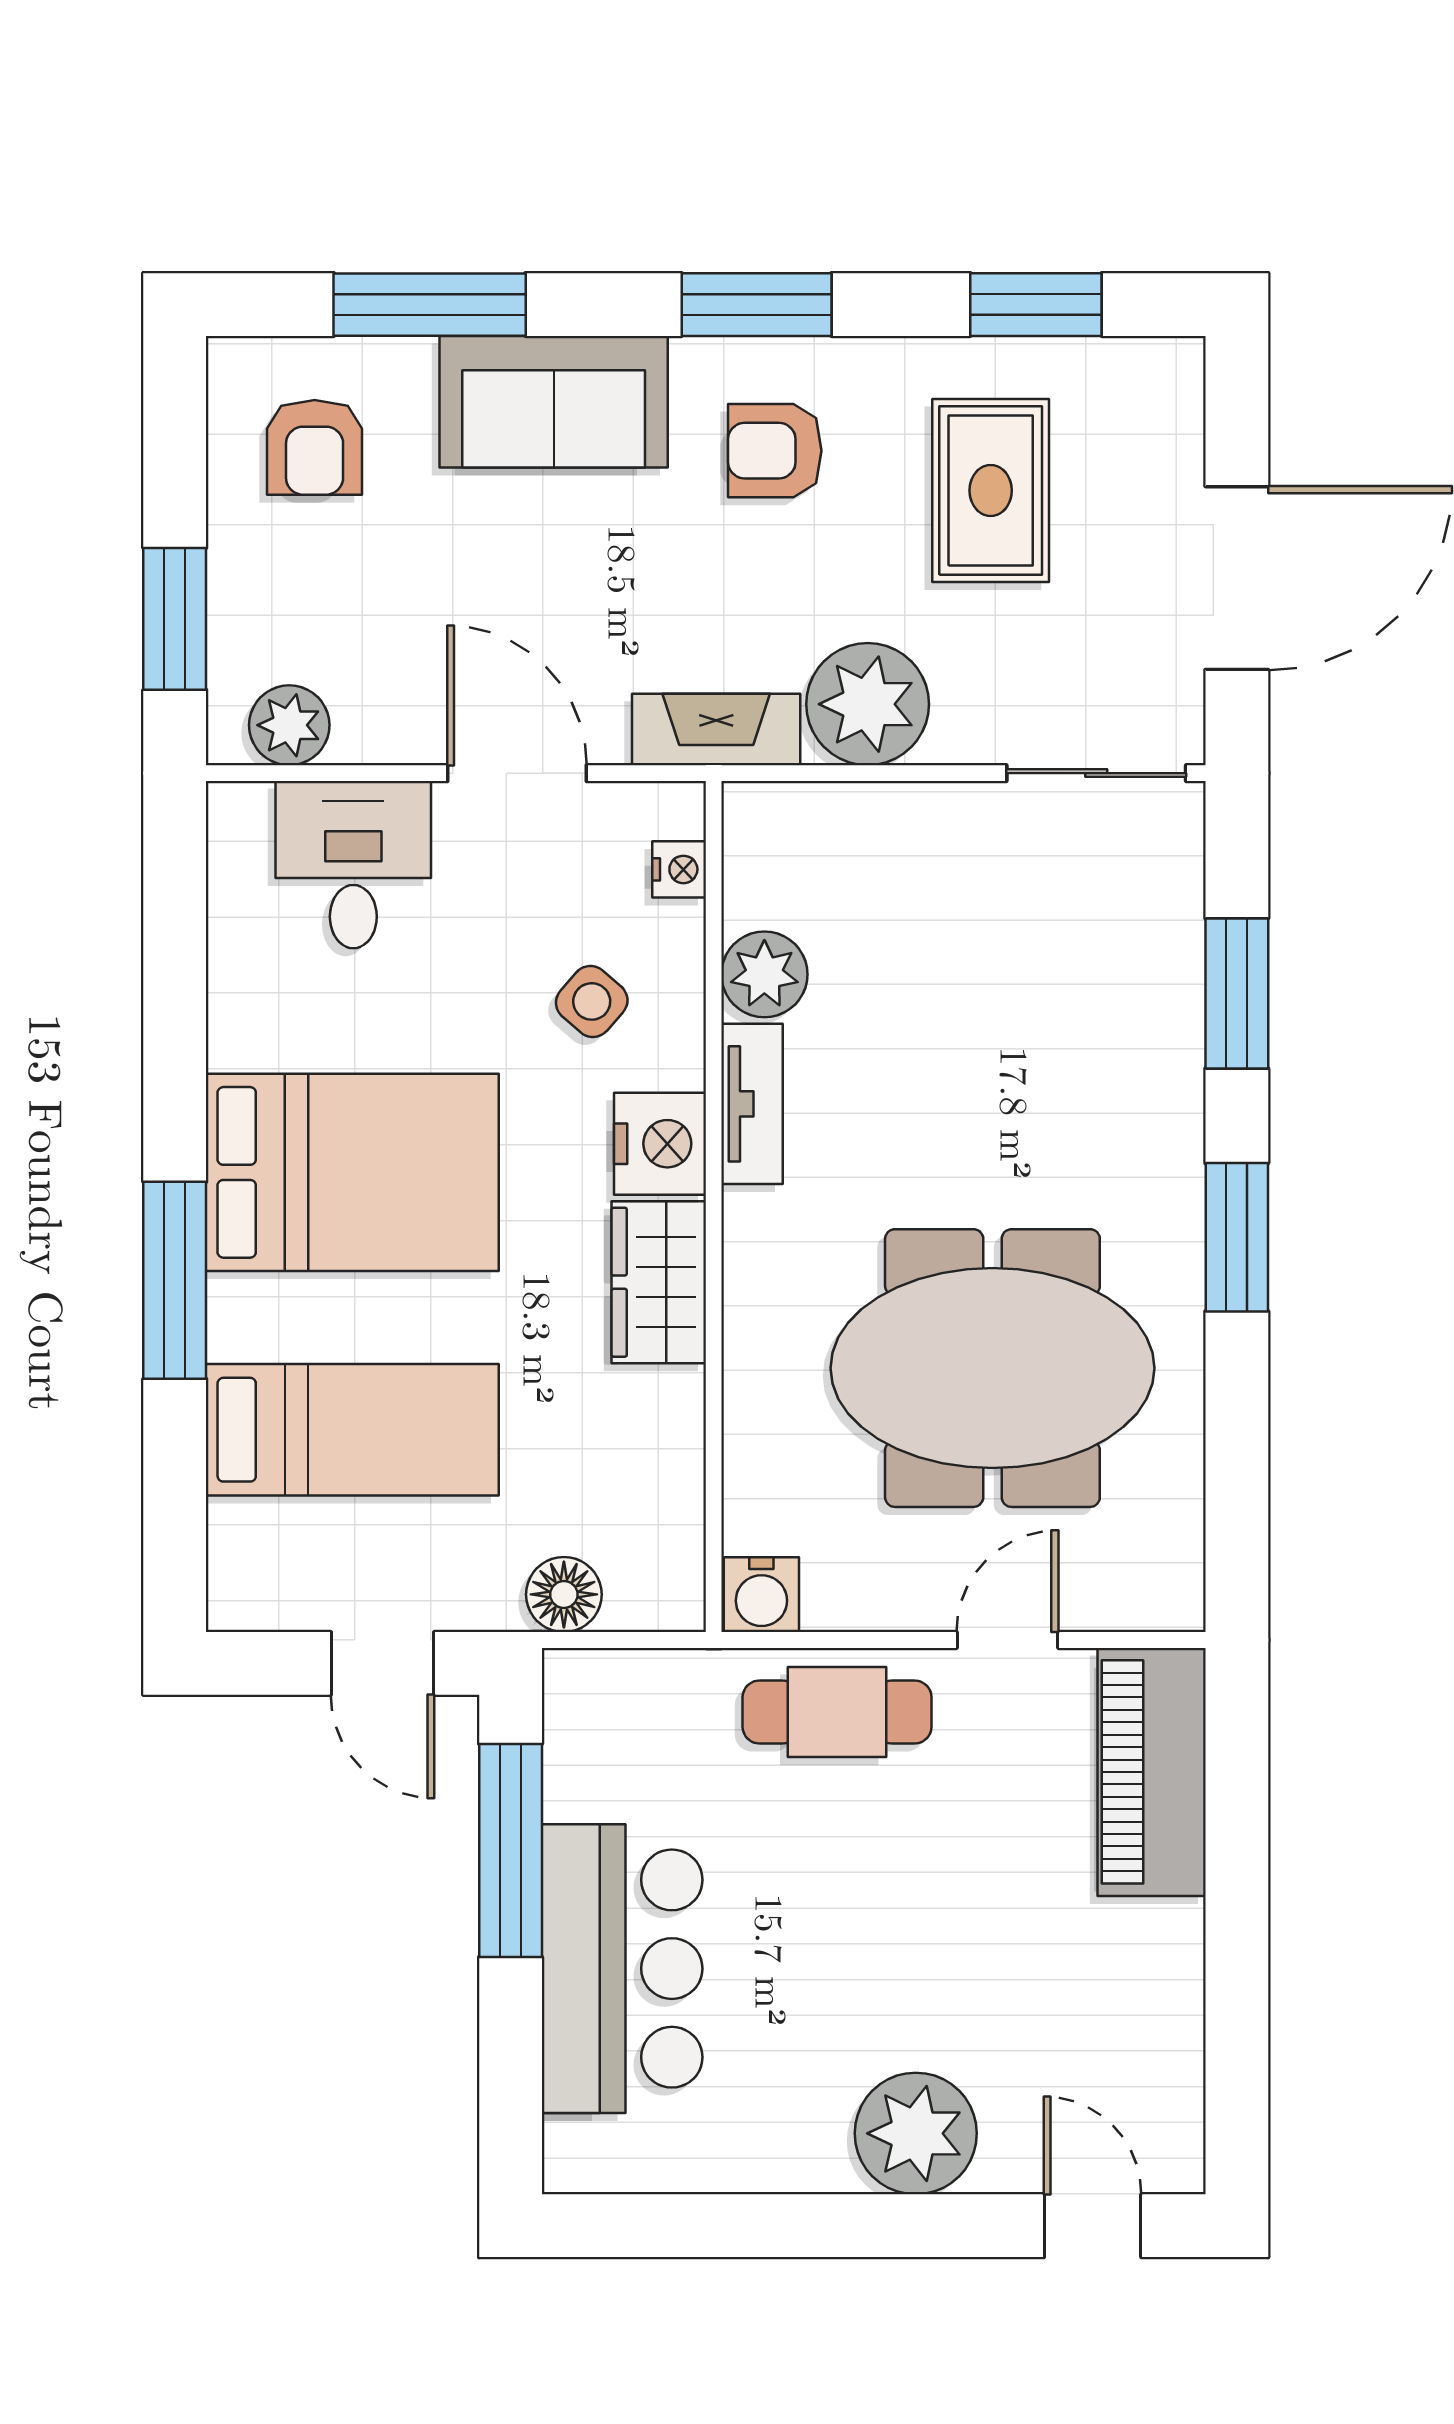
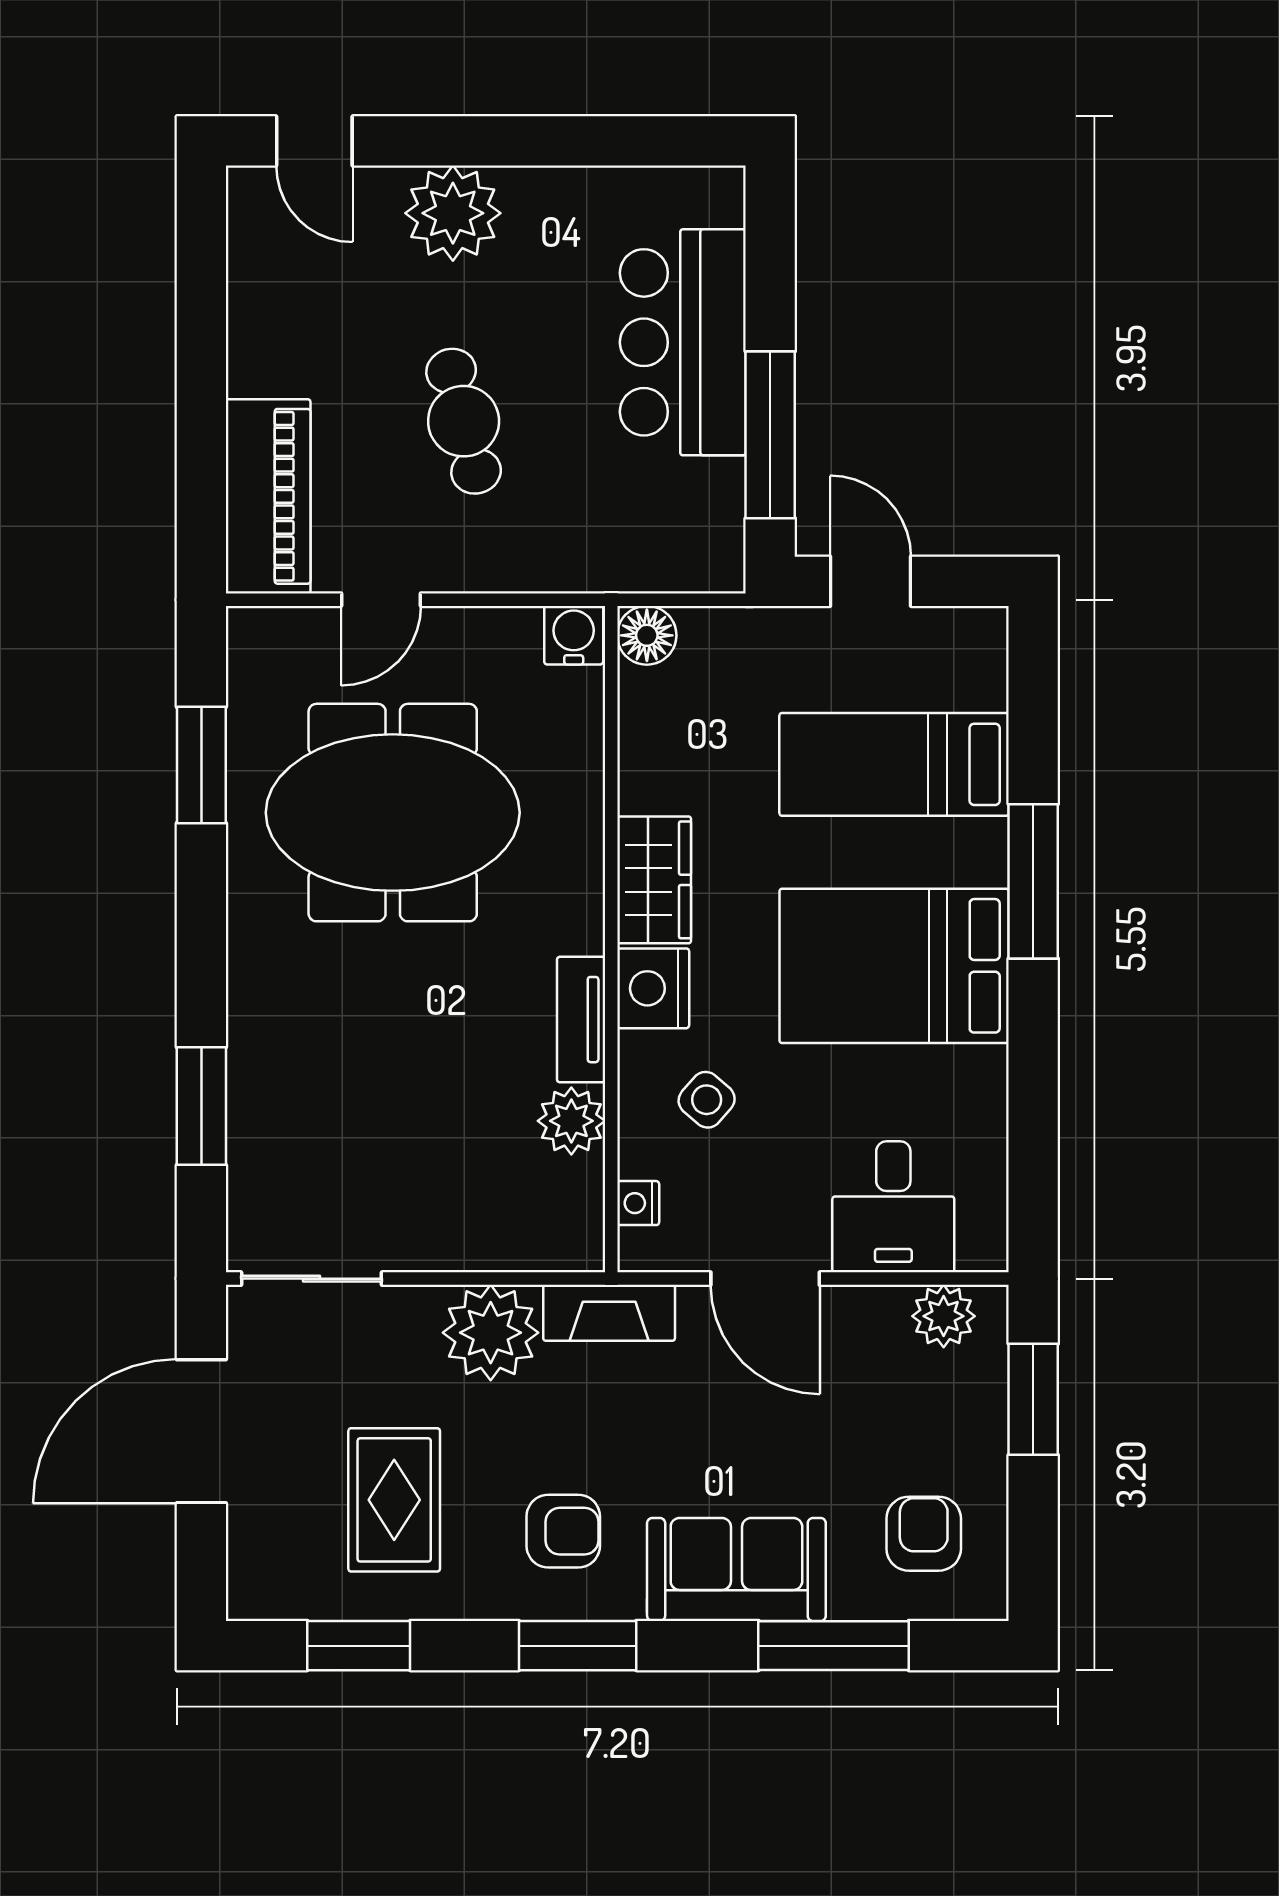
window: (1237, 1237) -> (201, 765), moved
floor lamp: (564, 1594) -> (647, 635), moved
cafe table: (837, 1712) -> (464, 421), moved, turned 76

